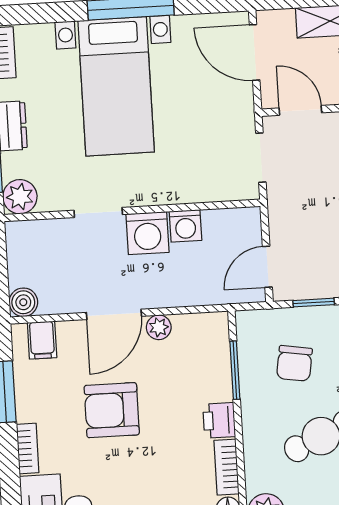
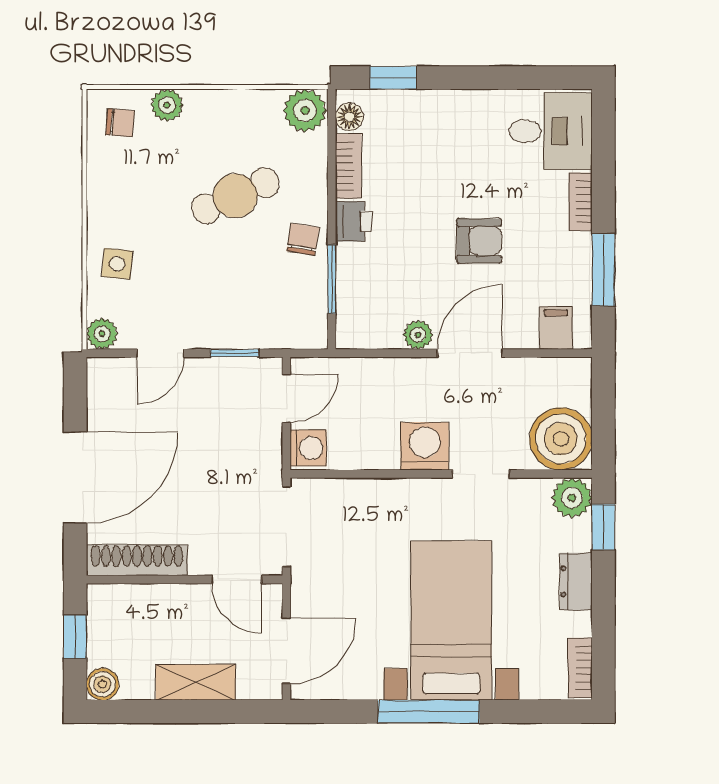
door: (255, 52) -> (286, 651), hinge flipped
doorway: (261, 158) -> (286, 527), width x1.38
washing machine: (186, 226) -> (308, 448), moved, turned 90
boiler: (23, 302) -> (561, 439), moved, width x1.86, depth x1.86
chair: (294, 363) -> (303, 239), moved, width x0.73, depth x0.73
armchair: (112, 410) -> (479, 241), width x0.72, depth x0.72

